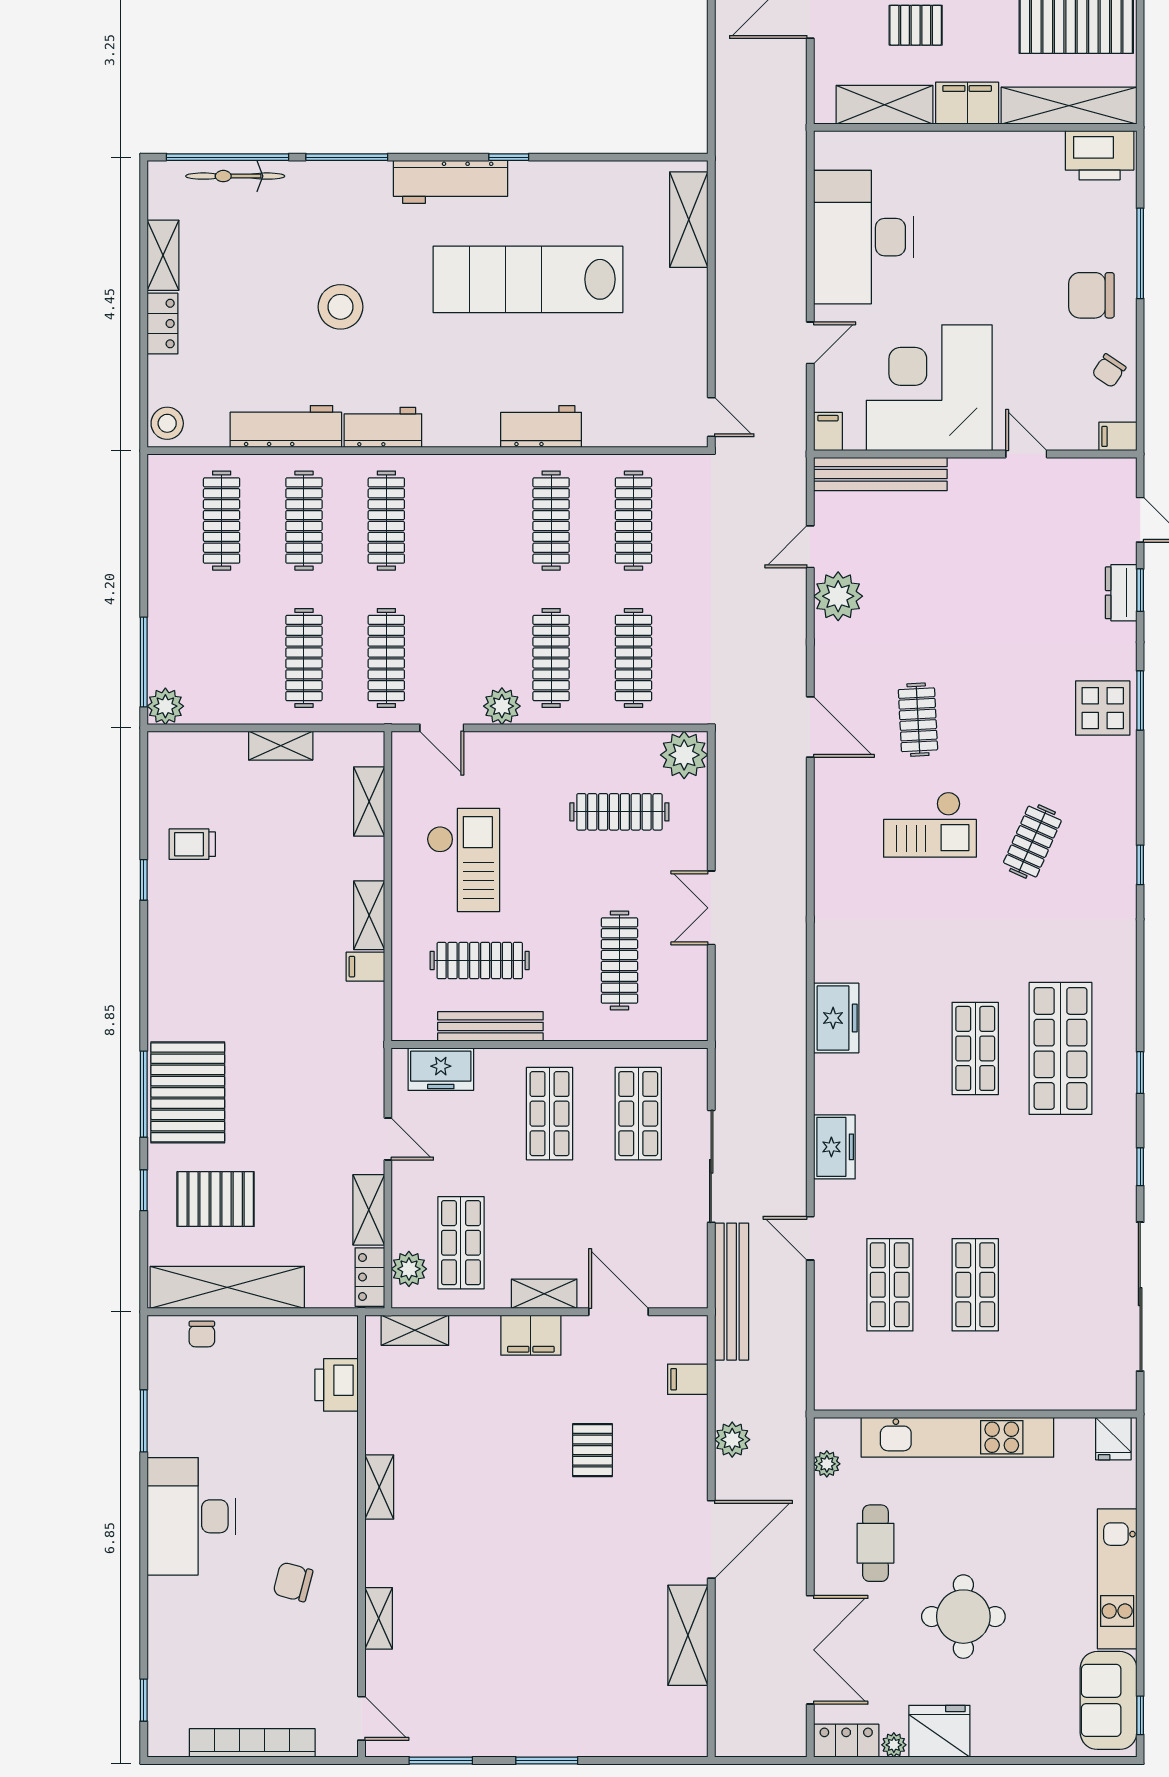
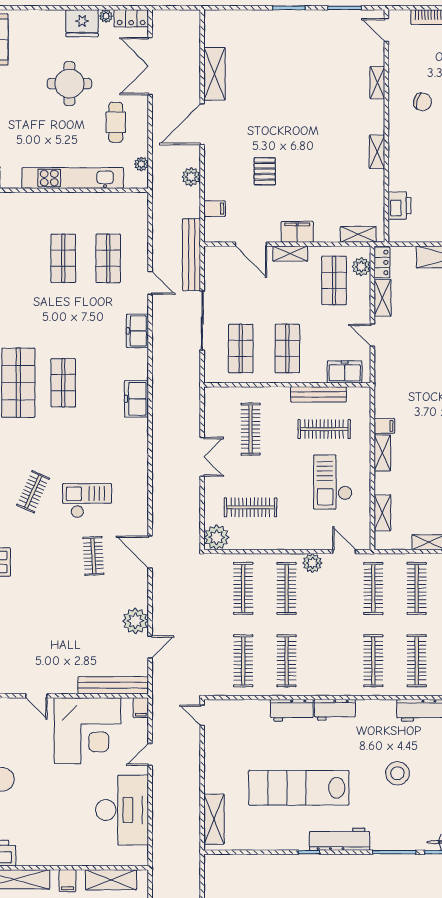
filing cabinet: (967, 103) -> (68, 881), width x0.50
lab bench: (528, 279) -> (299, 788), turned 180
workbench: (383, 427) -> (335, 710), moved

